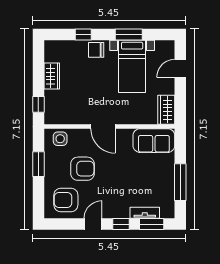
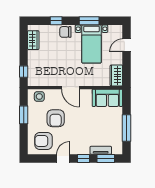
wardrobe: (52, 76) -> (33, 40), moved
armchair: (83, 169) -> (56, 118), turned 90

